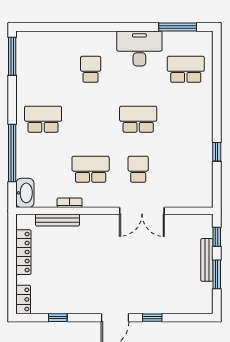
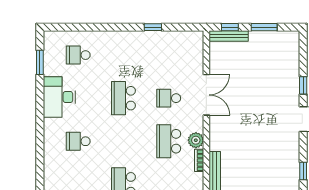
window: (178, 27) -> (40, 62), width x0.69
school desk: (186, 69) -> (78, 55), width x0.54
plant: (92, 199) -> (196, 140), added
bench: (207, 260) -> (229, 36), moved

